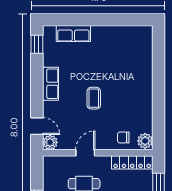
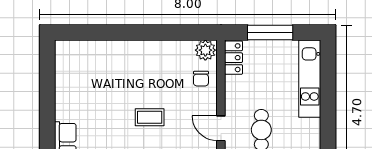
locker: (132, 162) -> (234, 58), width x0.66

